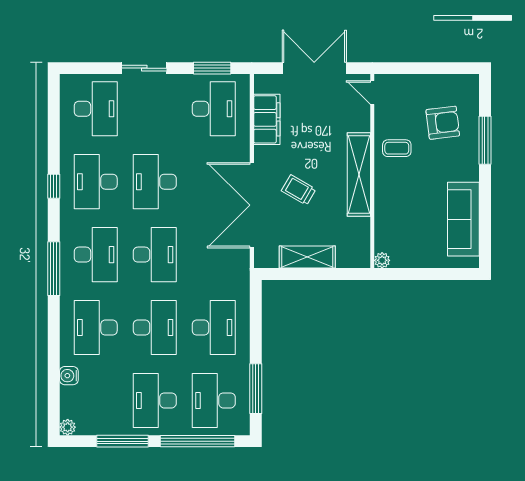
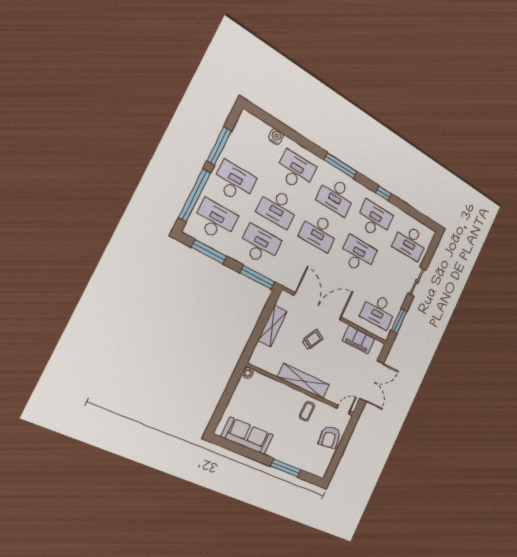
armchair: (443, 123) -> (330, 437), moved
window: (256, 310) -> (257, 277), added
desk: (214, 328) -> (260, 245), turned 180
plant: (68, 427) -> (245, 116), removed

